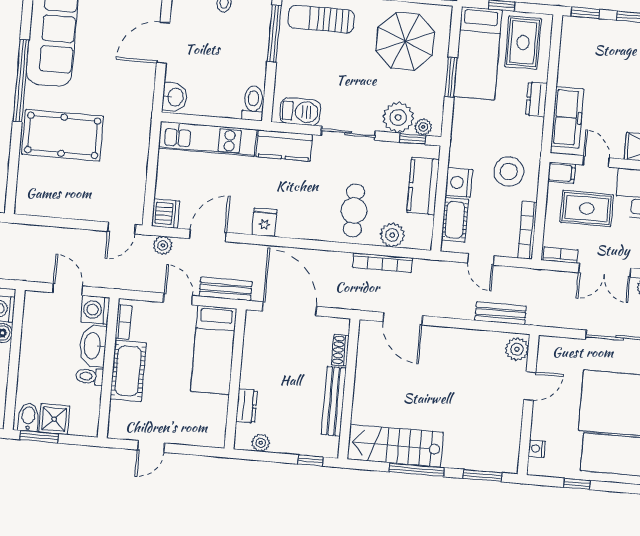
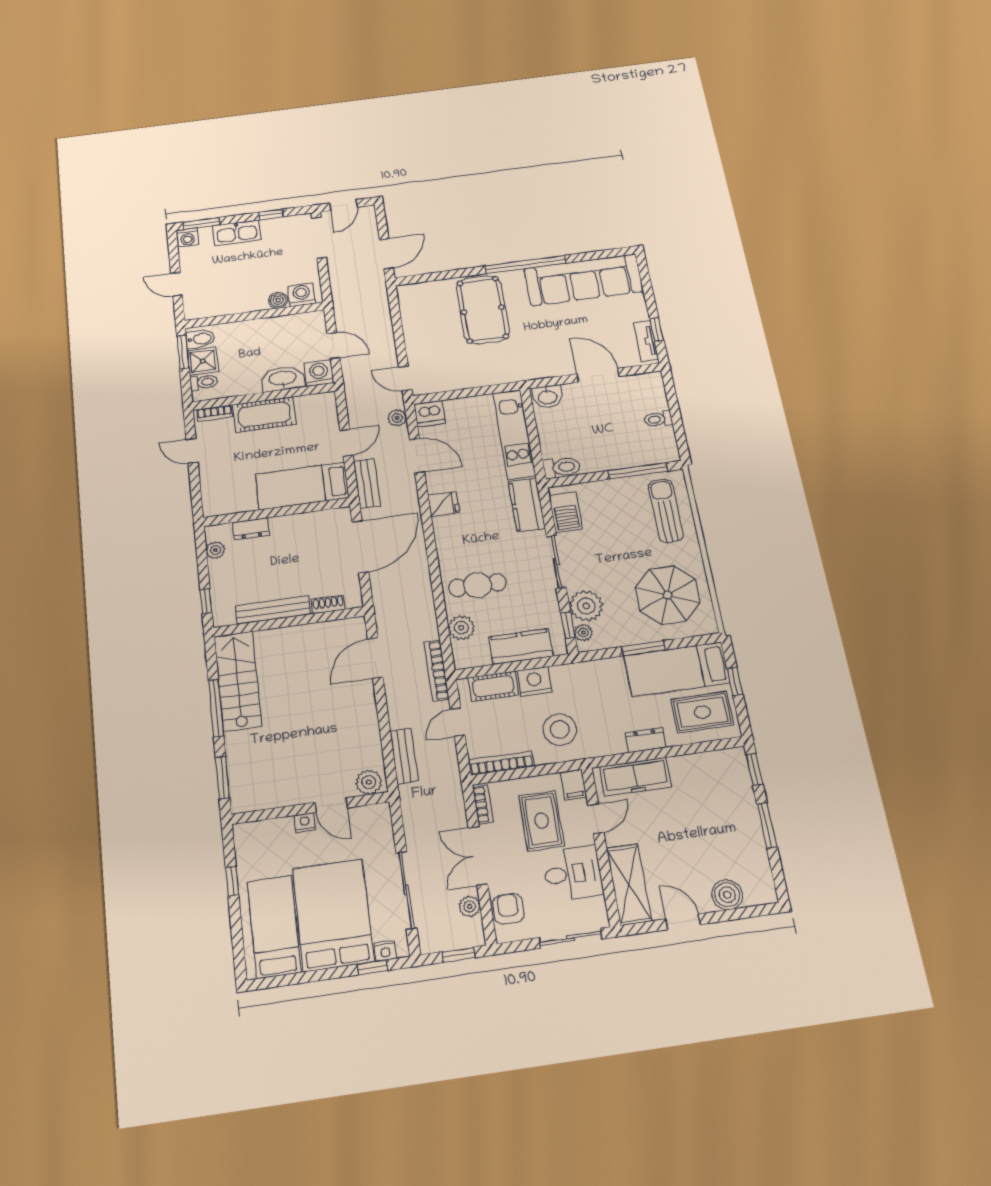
bookcase: (382, 263) -> (437, 671), moved
door: (68, 289) -> (333, 345), hinge flipped
bookcase: (123, 322) -> (214, 413), moved
toilet: (90, 376) -> (204, 382), moved, turned 90
nightstand: (537, 449) -> (305, 822), moved

